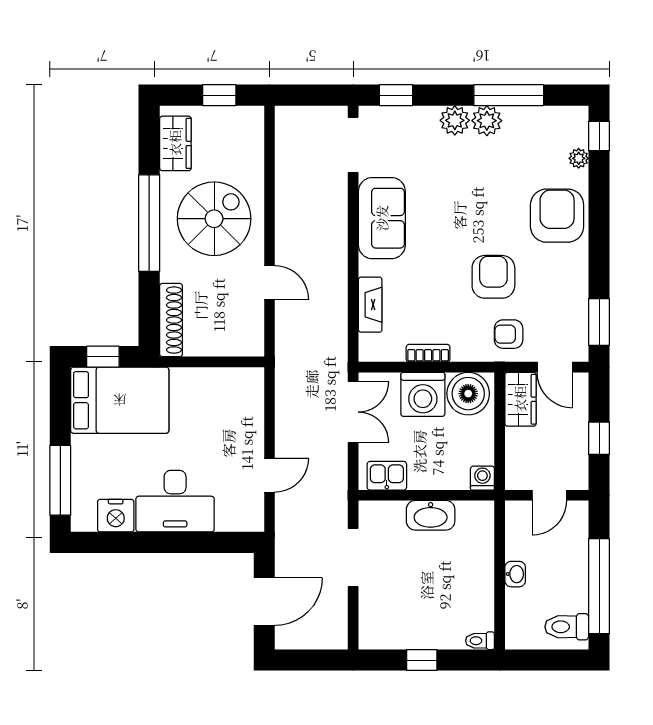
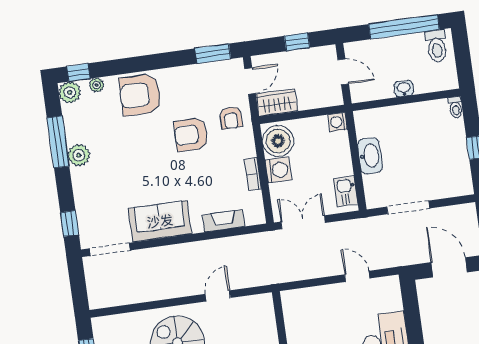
plant: (455, 120) -> (70, 92), moved
washing machine: (423, 394) -> (278, 170), width x0.73, depth x0.73

